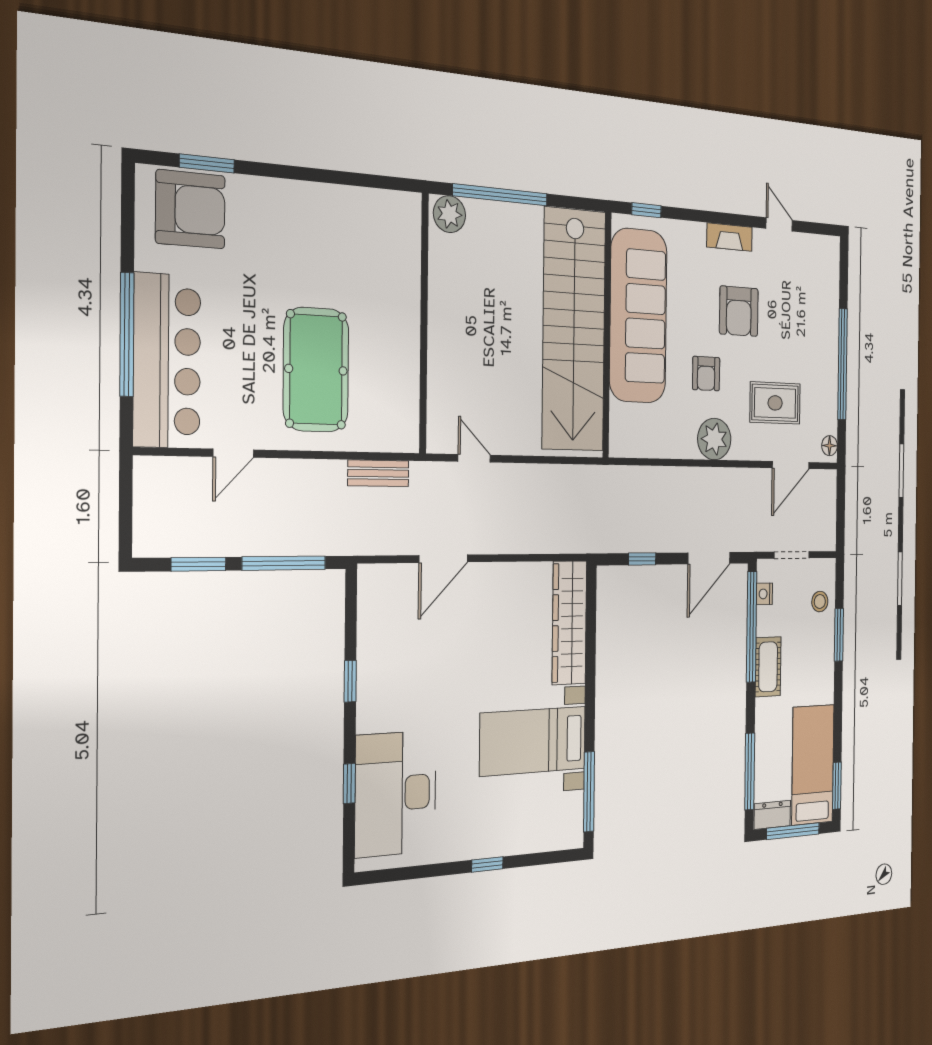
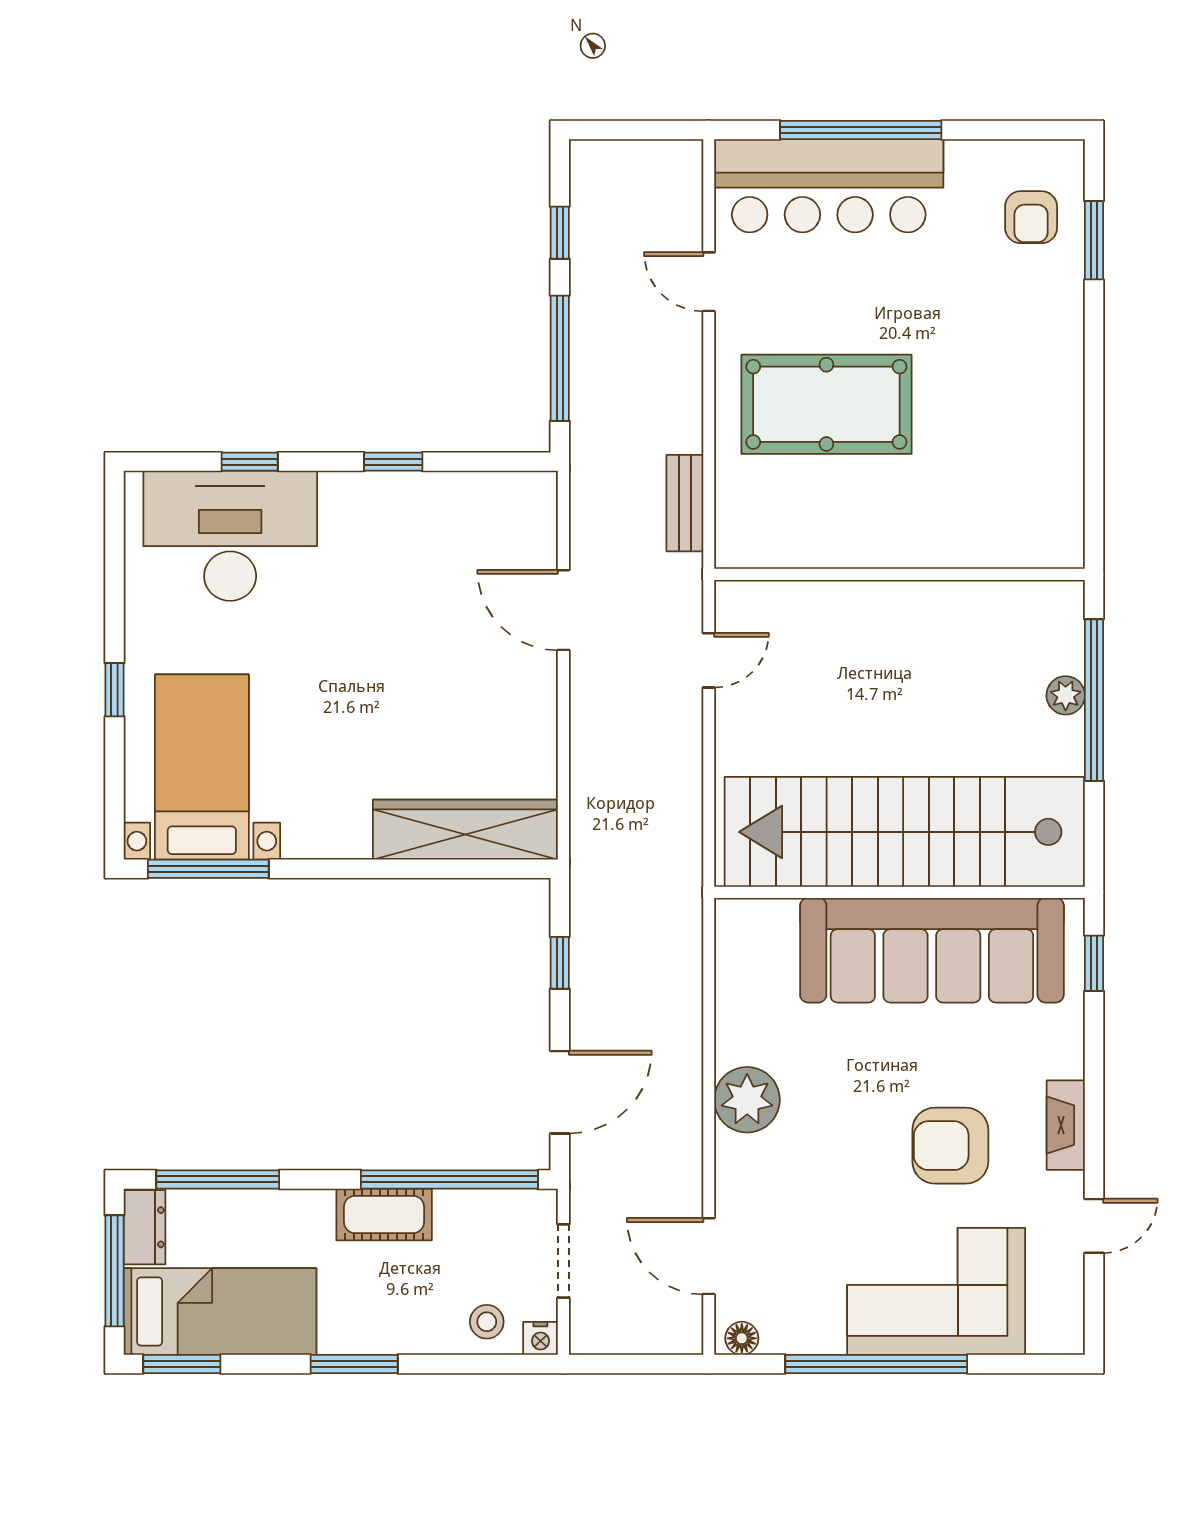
armchair: (190, 209) -> (1031, 217), width x0.53, depth x0.53
plant: (449, 214) -> (1066, 695), moved, width x0.73, depth x0.73
corner sofa: (809, 325) -> (936, 1291), added
armchair: (706, 374) -> (849, 1082), removed
rug: (775, 403) -> (808, 1222), removed
door: (709, 558) -> (560, 1092), swing flipped
window: (198, 564) -> (560, 233), width x0.67
nightstand: (764, 594) -> (540, 1338), moved, turned 180
window: (839, 635) -> (354, 1364), moved
bed with nightstands: (533, 741) -> (202, 767), moved

